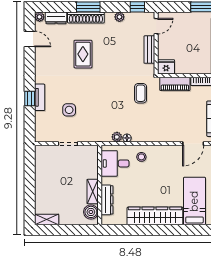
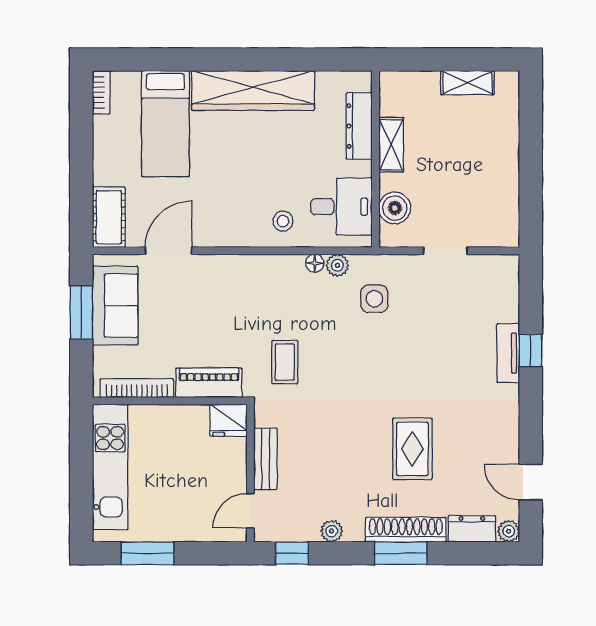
side table: (69, 110) -> (374, 299), moved
boiler: (91, 212) -> (395, 208), moved
shelving: (47, 219) -> (467, 83), moved

